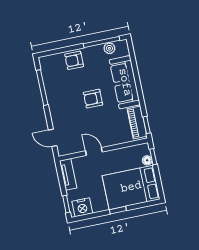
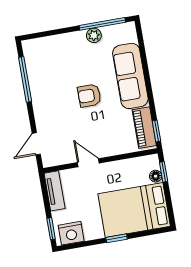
plant: (109, 48) -> (94, 35), moved
armchair: (74, 60) -> (67, 46), removed
door: (53, 138) -> (36, 144), hinge flipped

